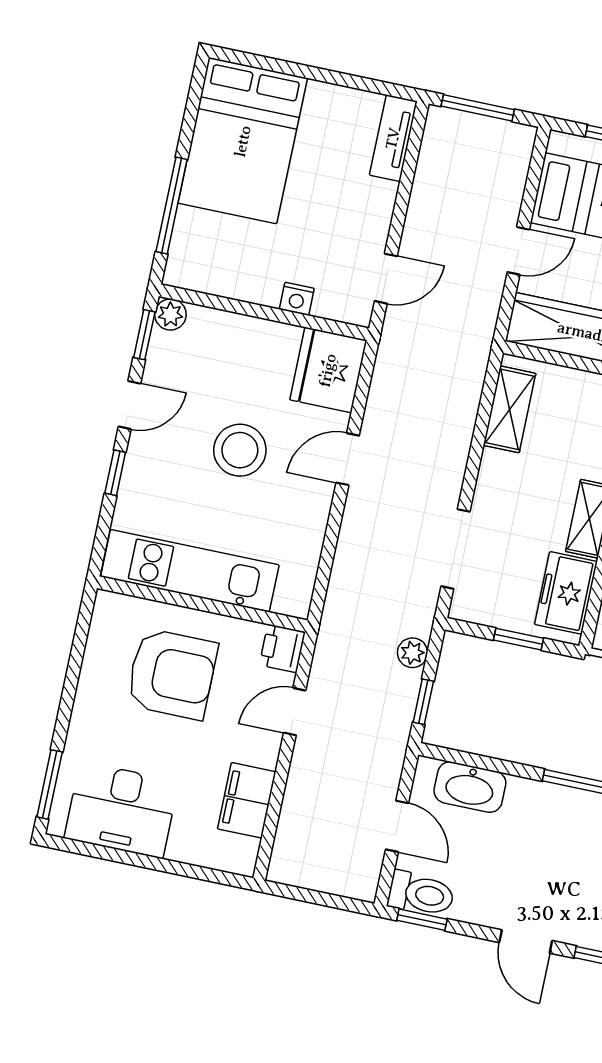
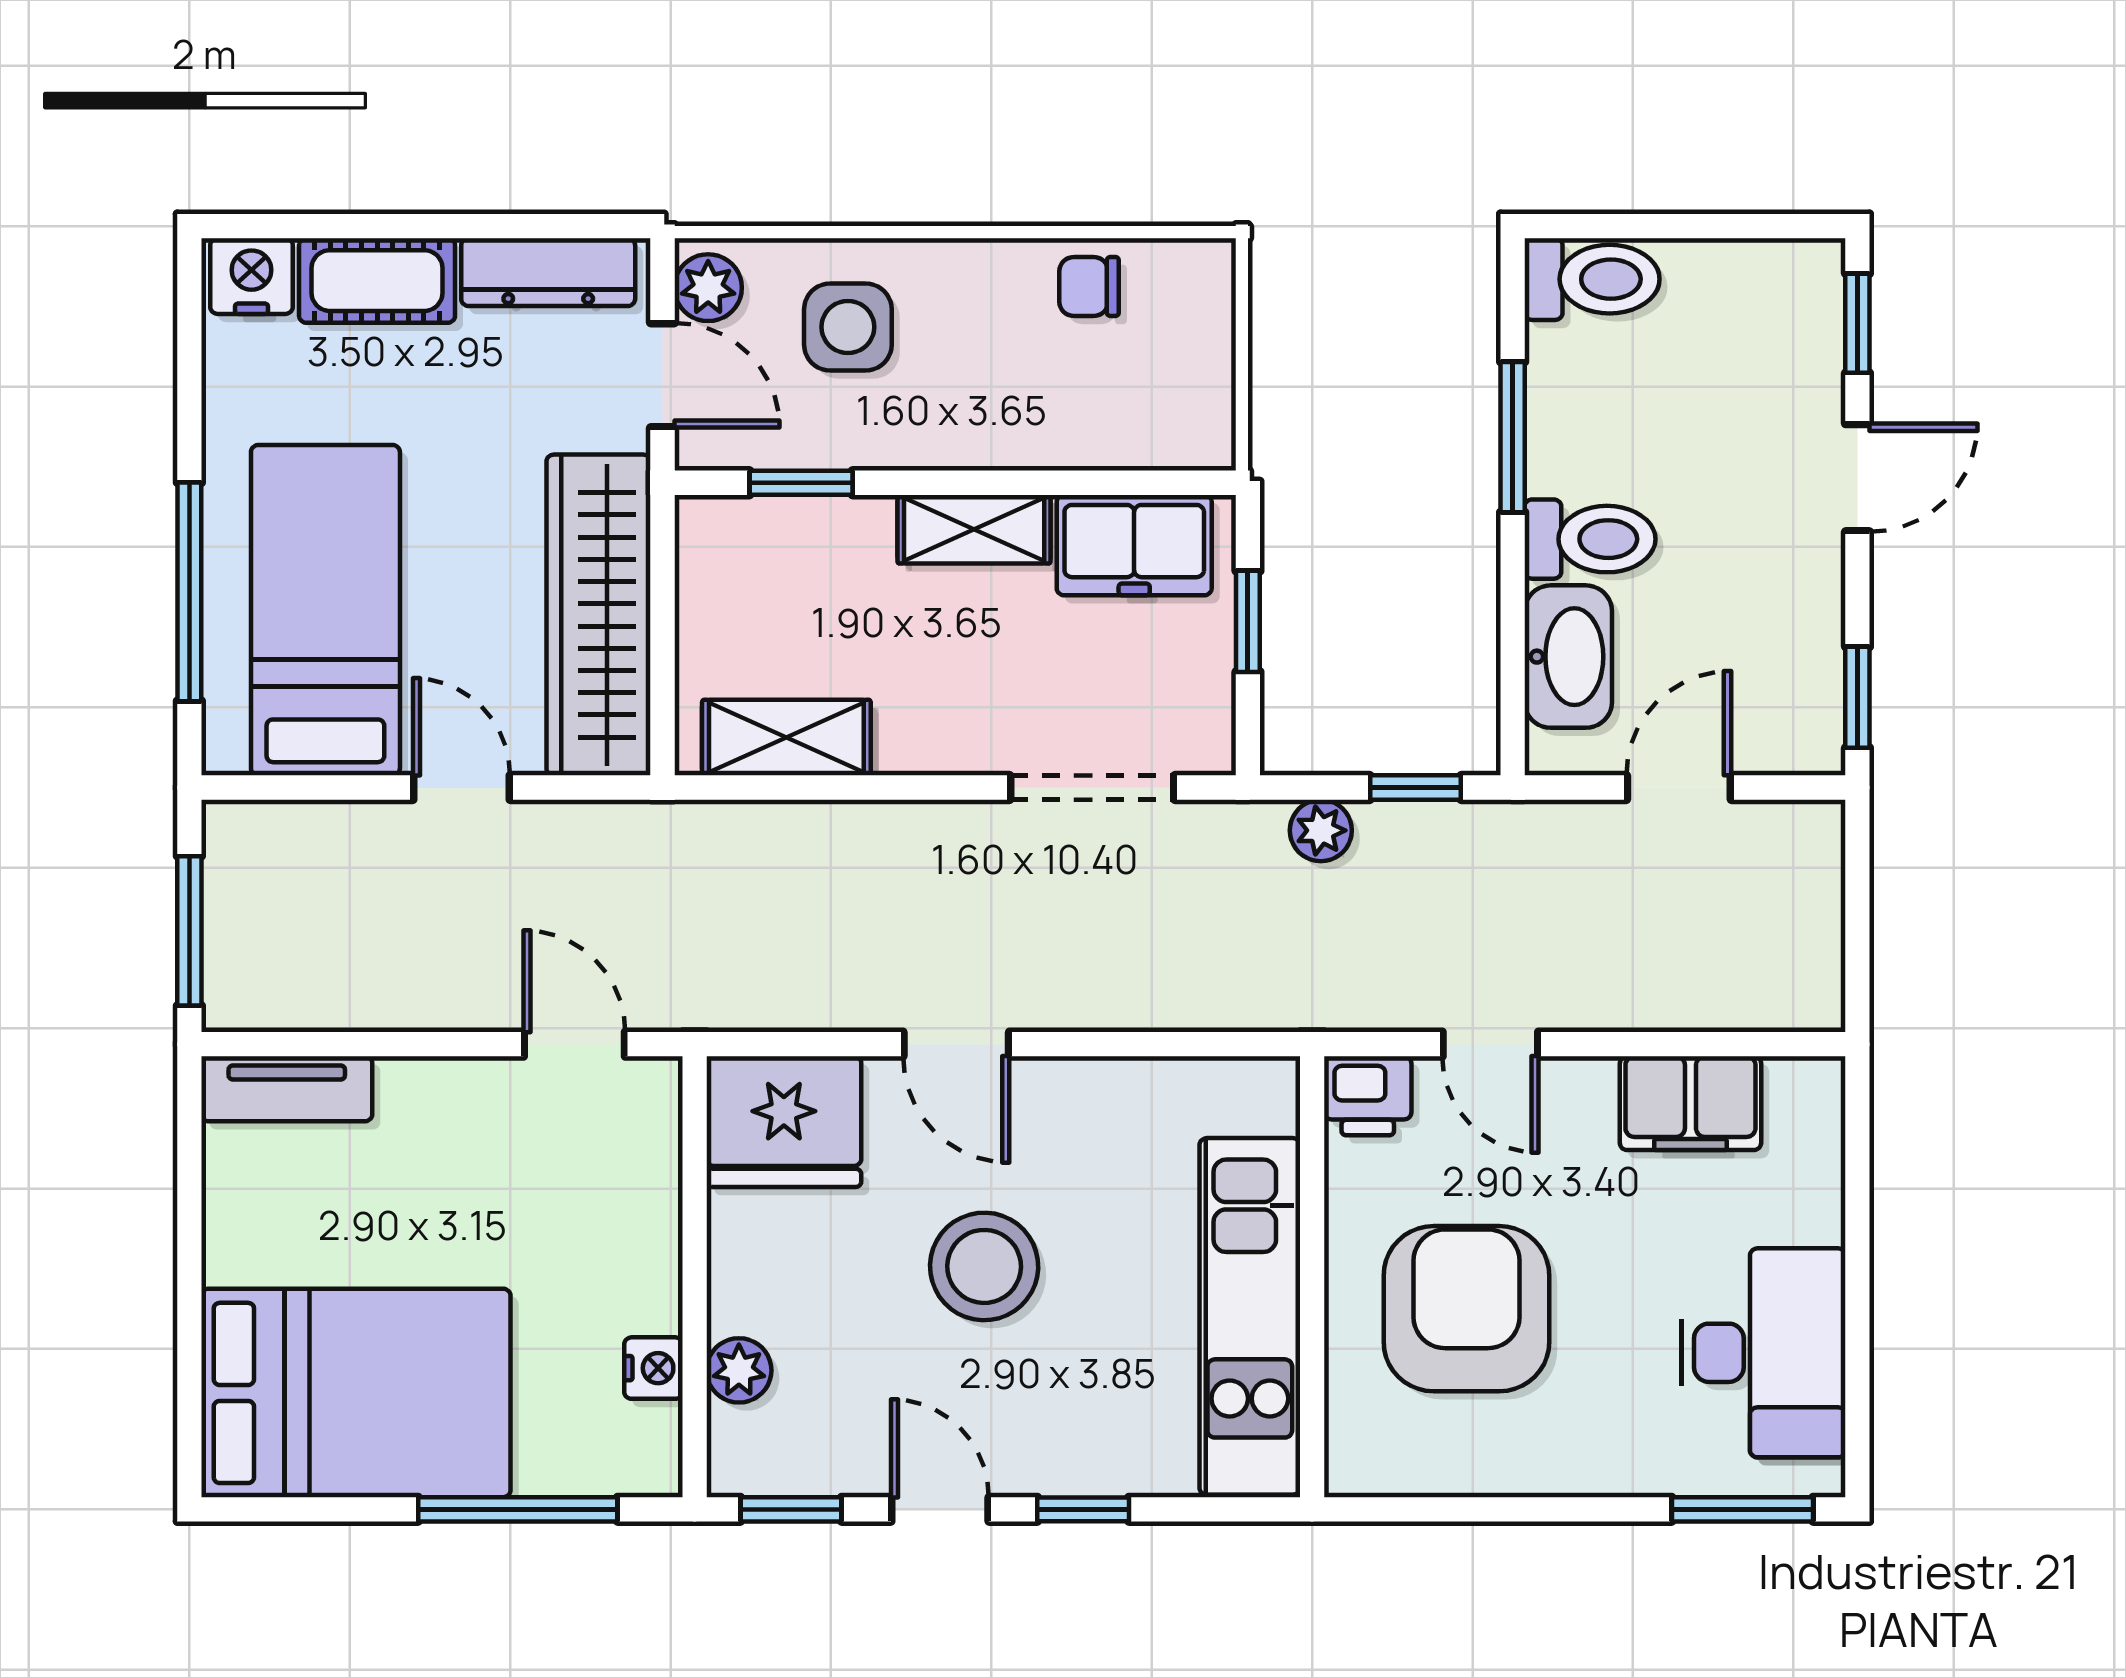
nightstand: (297, 299) -> (653, 1368), moved
plant: (170, 314) -> (739, 1370), moved
toilet: (421, 894) -> (1590, 539), moved, turned 90

